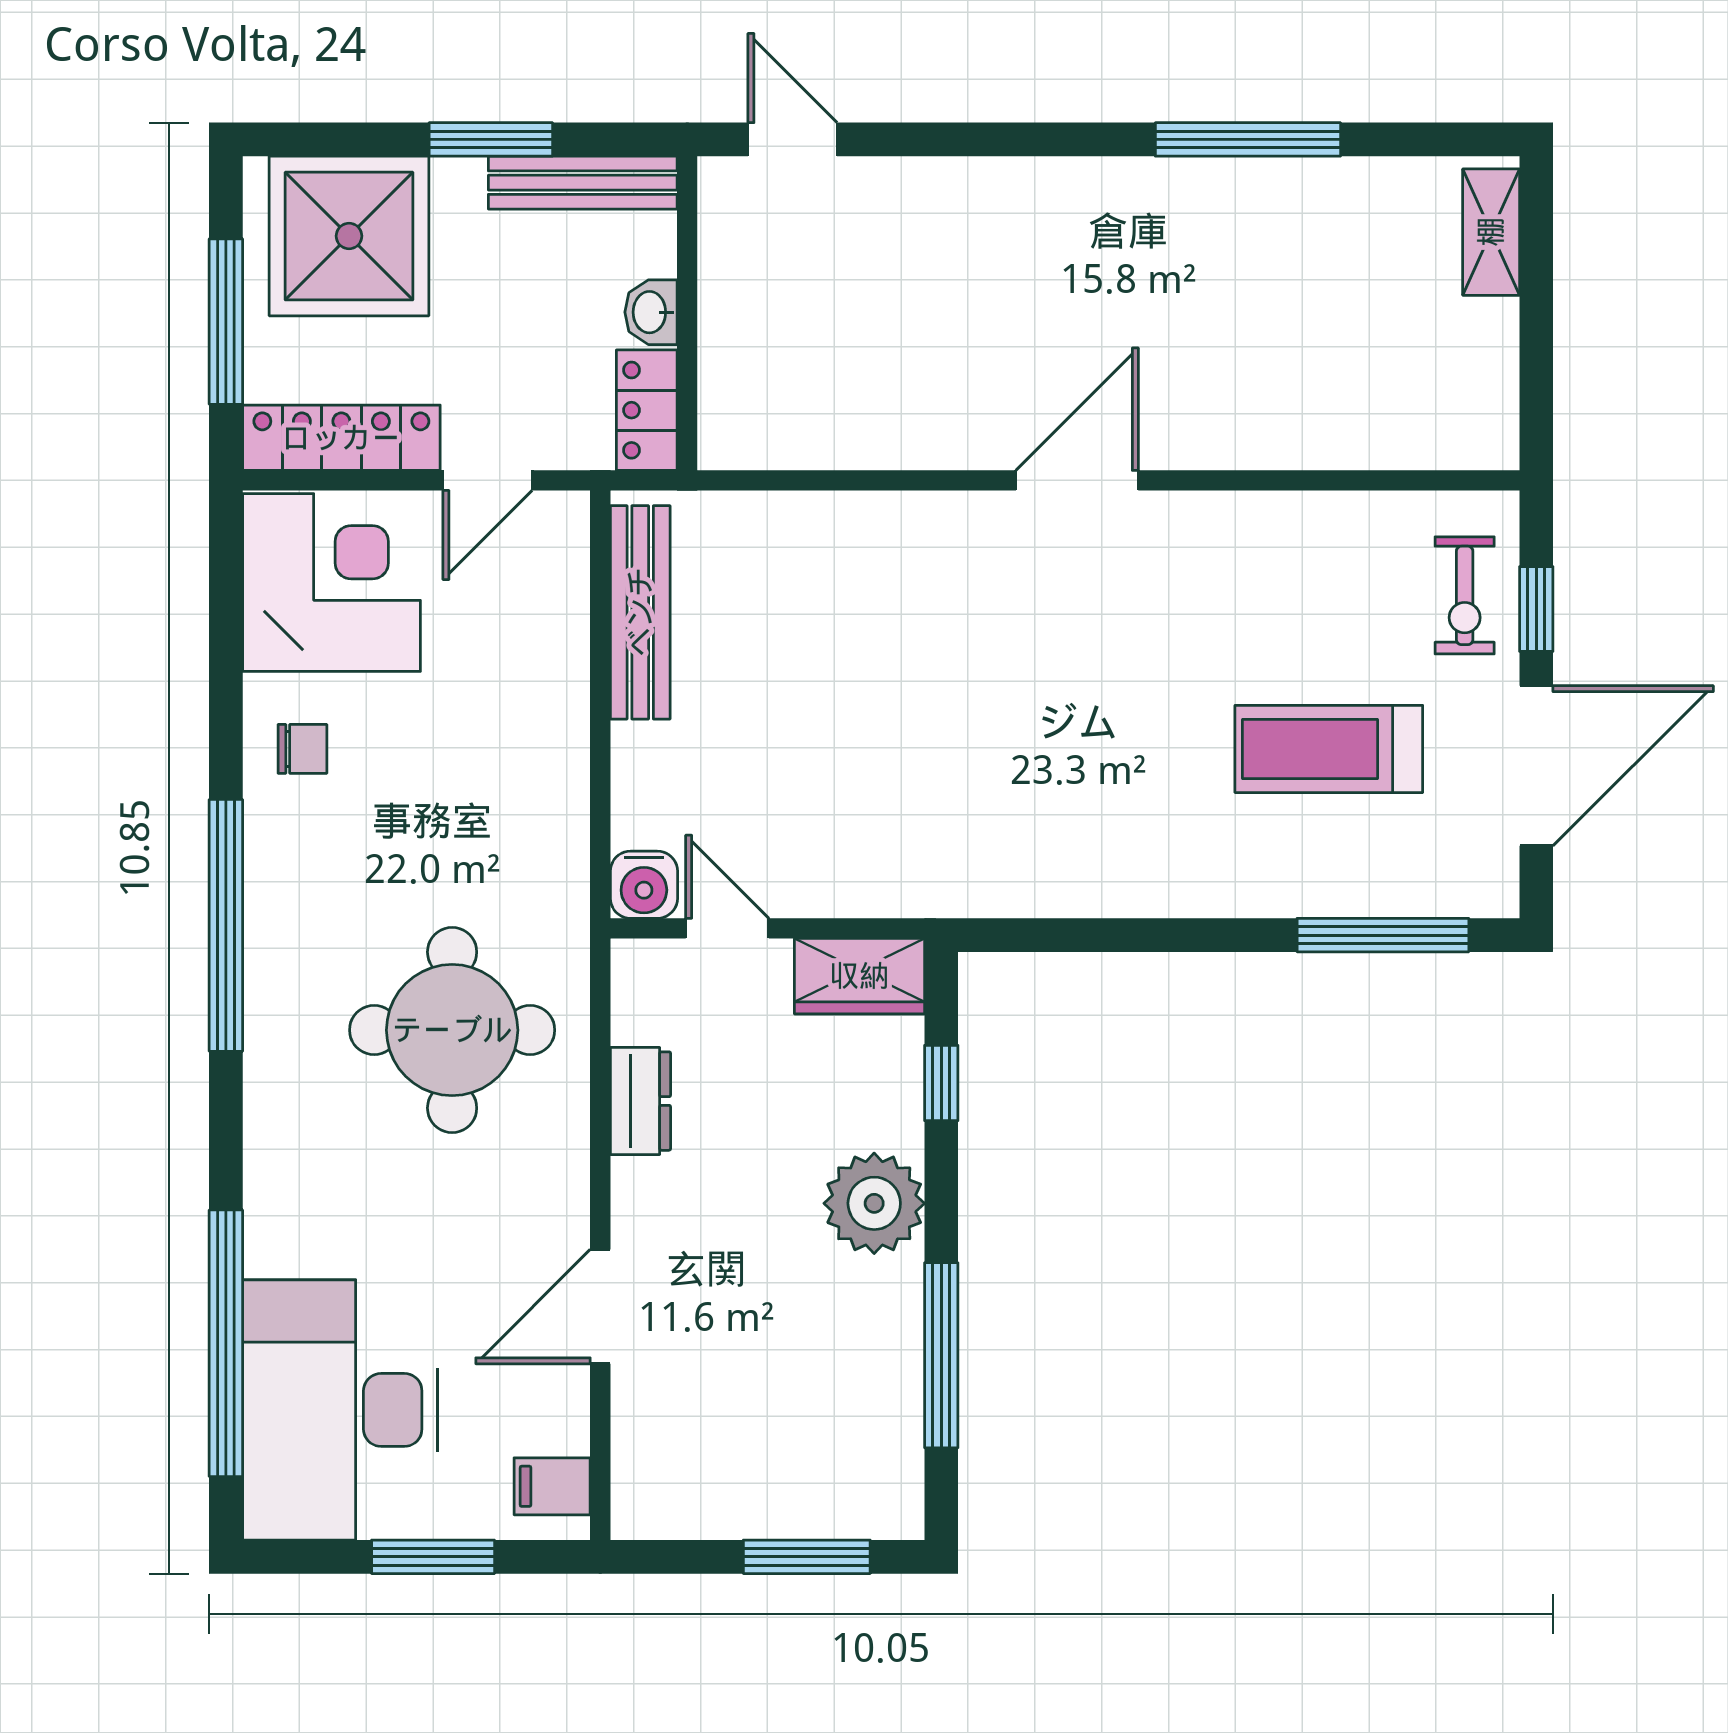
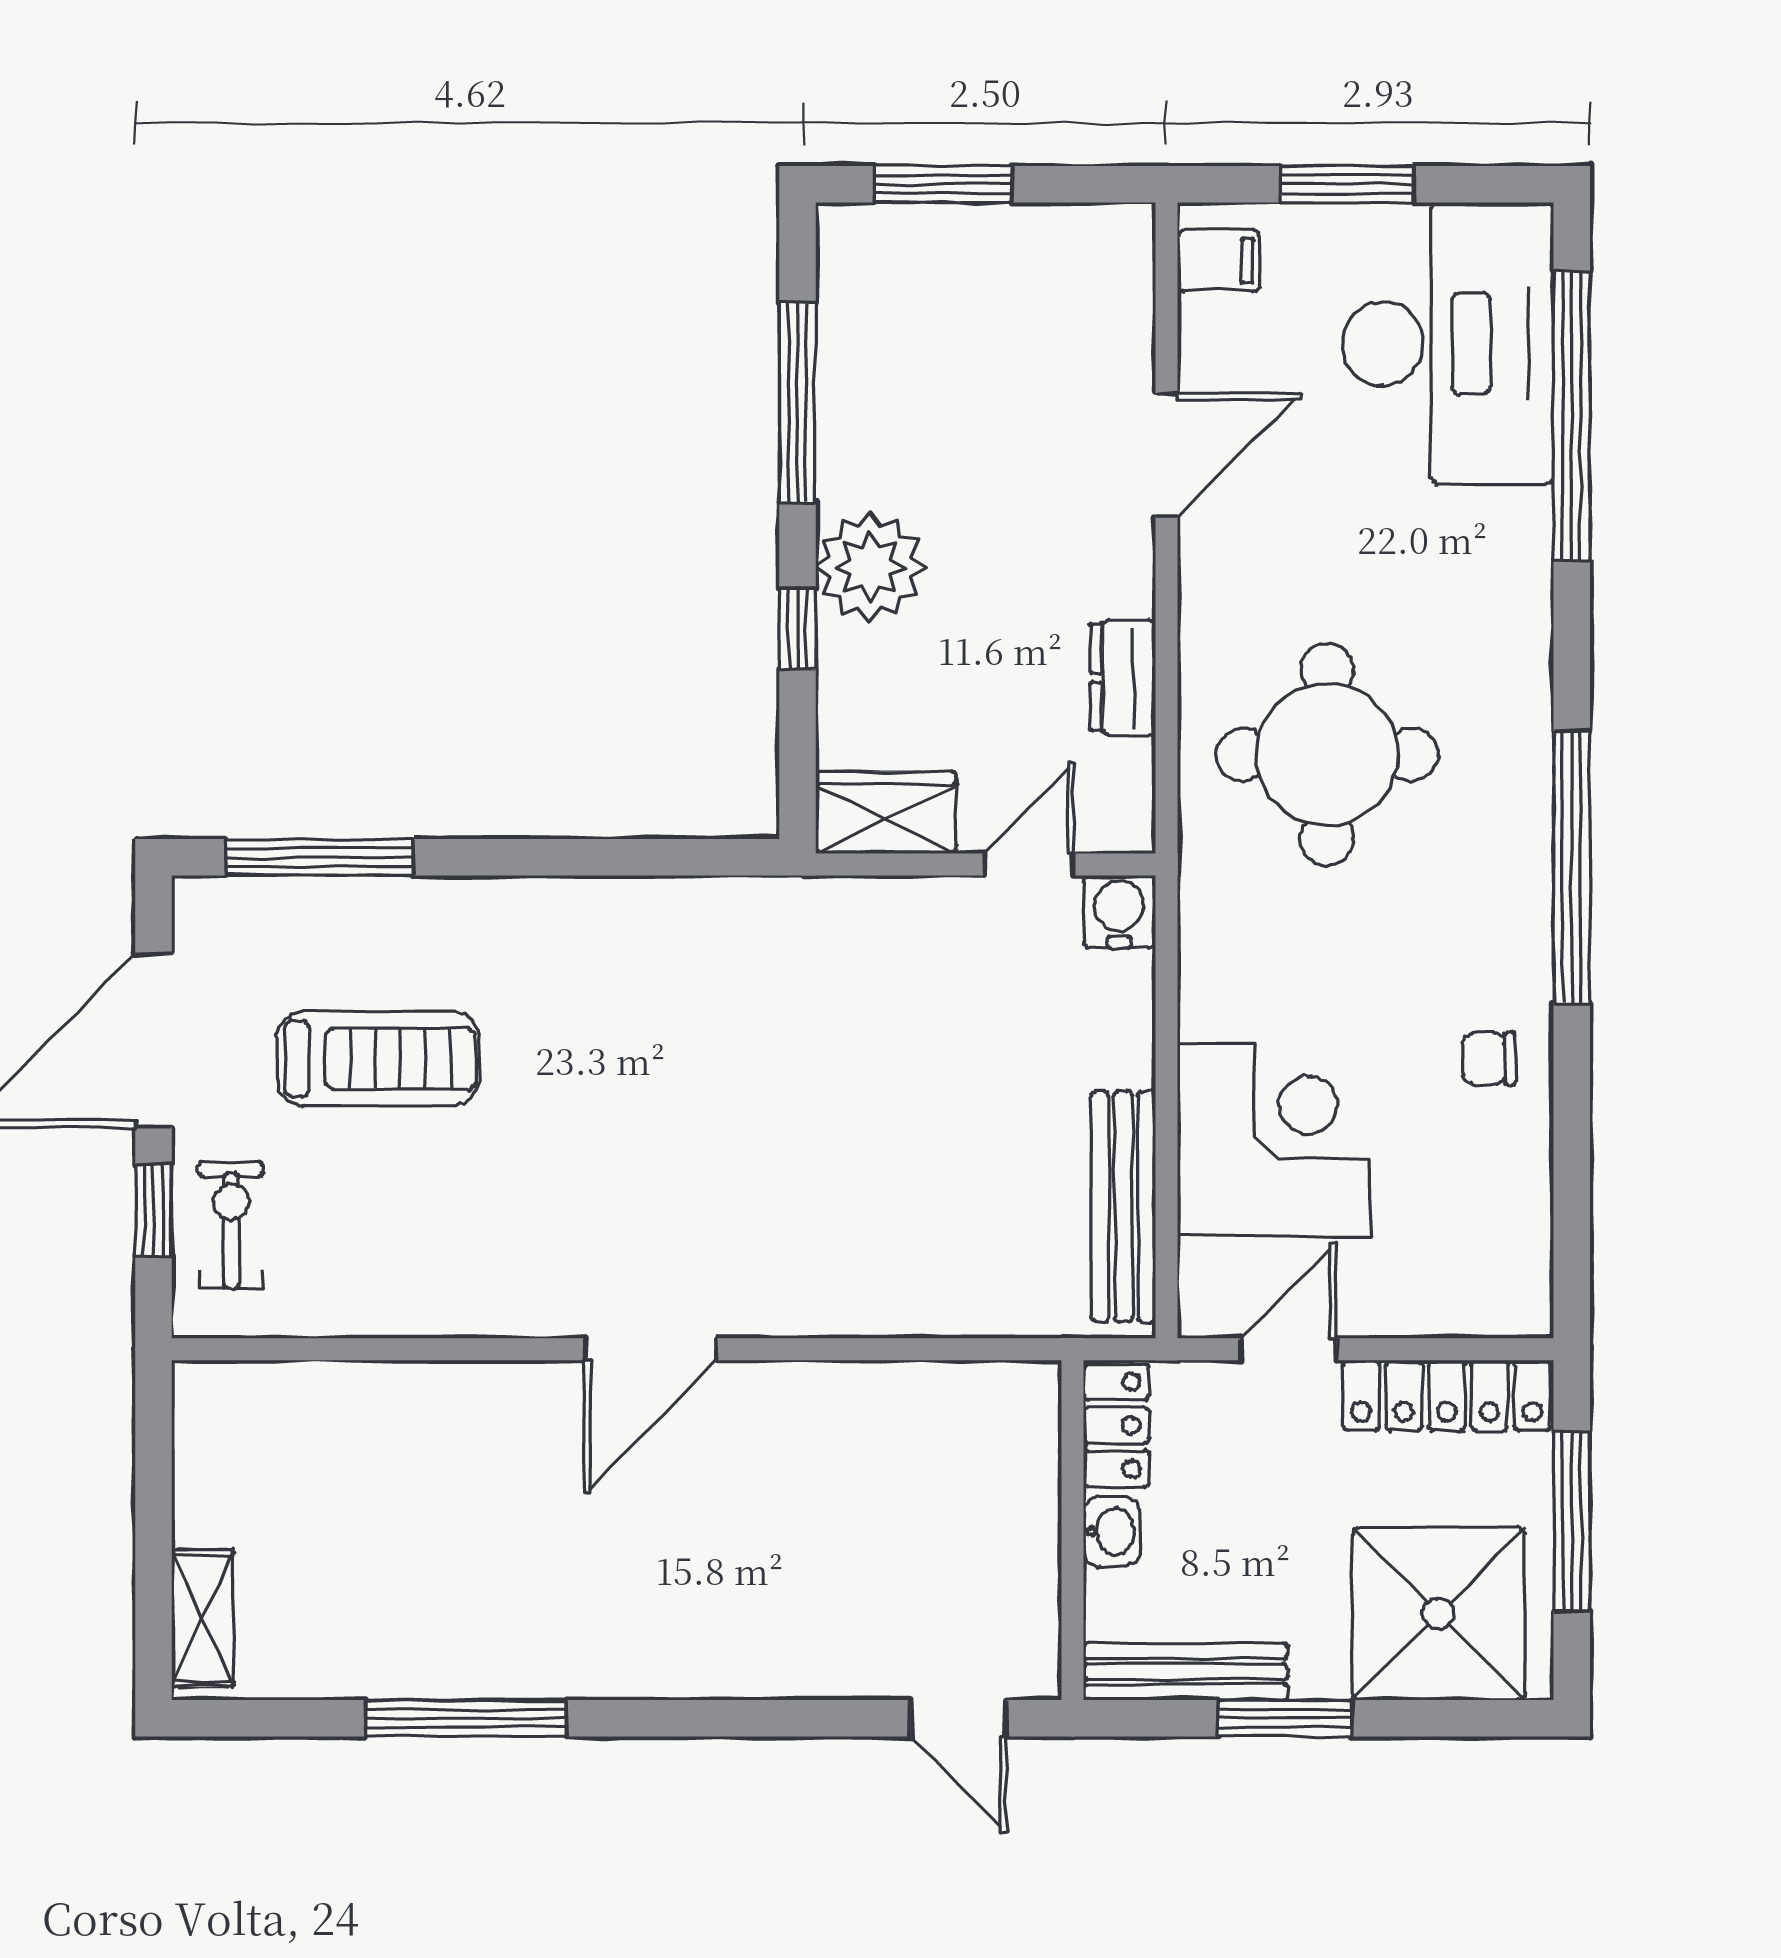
corner desk: (332, 582) -> (1274, 1140), moved, turned 180
door: (727, 928) -> (1029, 864), swing flipped
window: (941, 1083) -> (797, 629), moved

